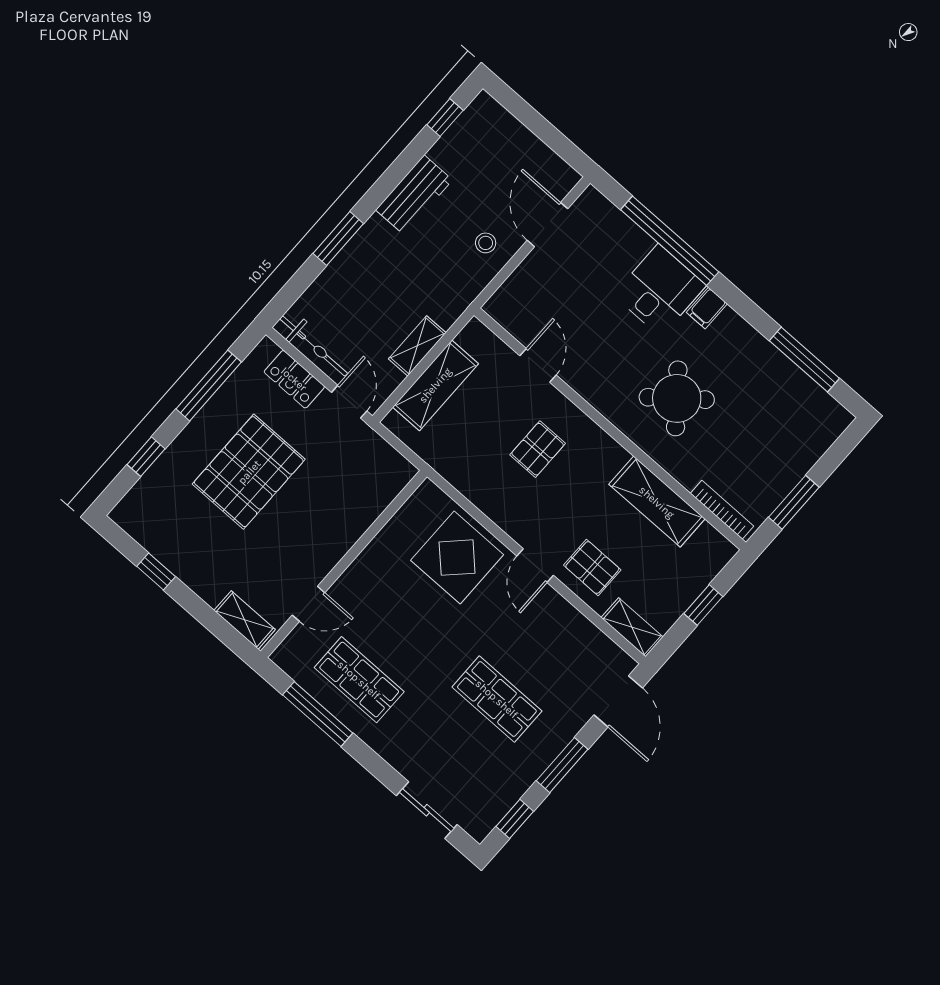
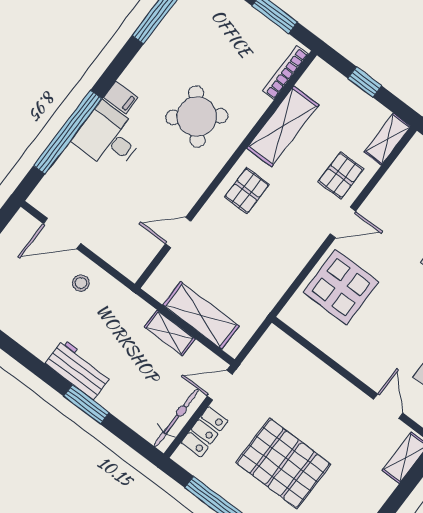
workbench: (414, 195) -> (78, 369), moved
pallet: (538, 449) -> (247, 191), moved, turned 90

